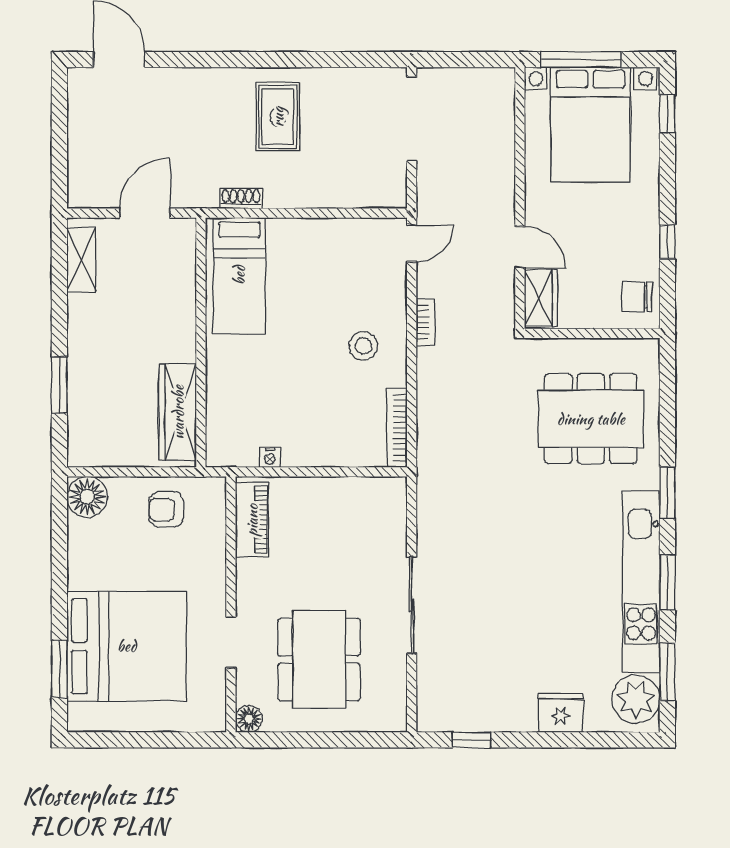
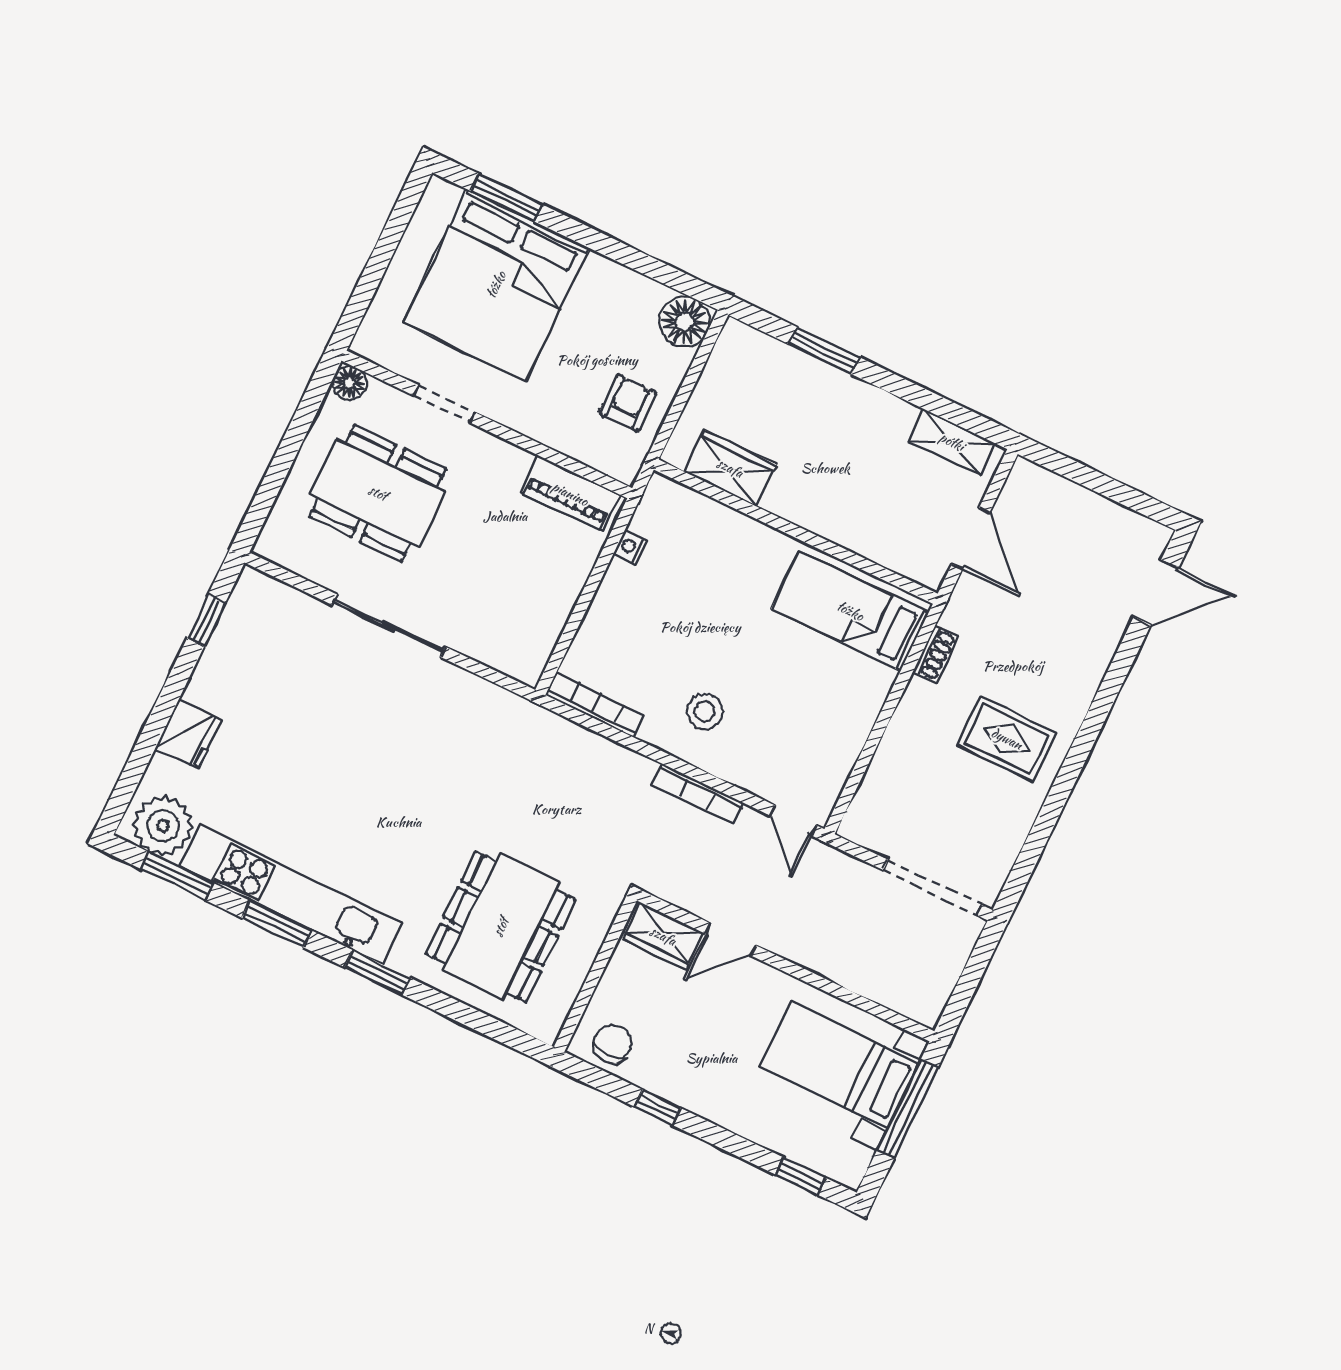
bed with nightstands: (591, 125) -> (839, 1065), width x0.73
bookcase: (426, 322) -> (698, 794), width x1.56
wardrobe: (178, 412) -> (730, 468), width x0.67

